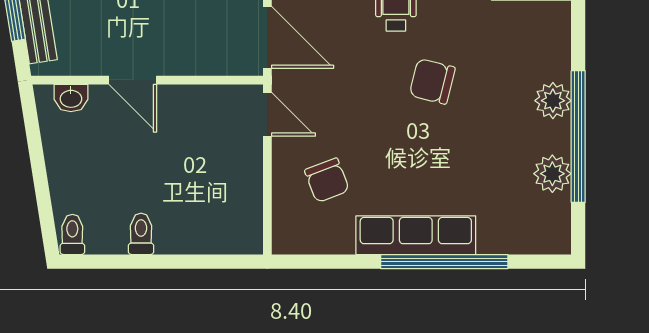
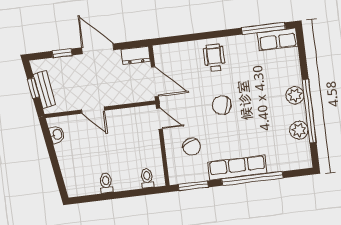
chair: (432, 81) -> (222, 105), moved
washbasin: (71, 98) -> (57, 134), moved, turned -99
toilet: (72, 234) -> (147, 178), moved
window: (320, 262) -> (193, 186), added

